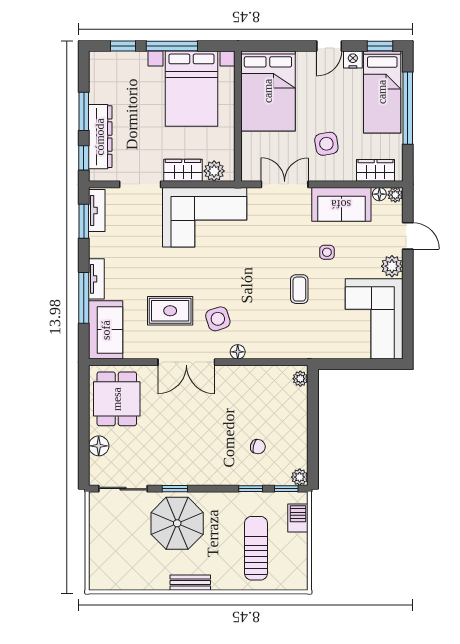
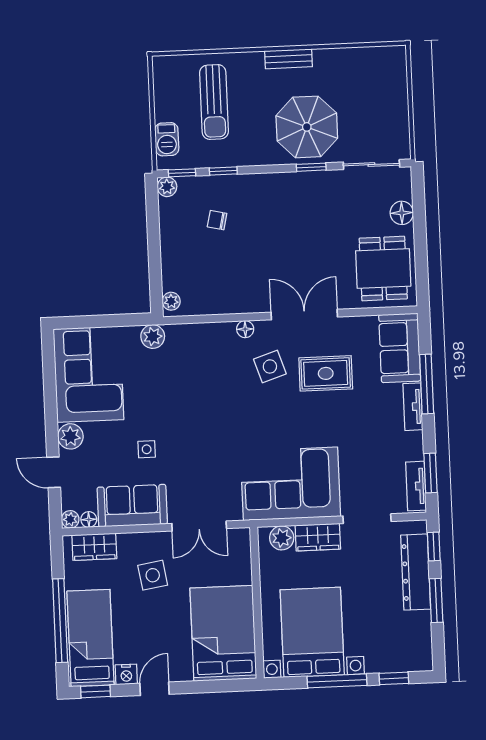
coffee table: (299, 289) -> (177, 405), removed
plant: (317, 349) -> (153, 337), added

